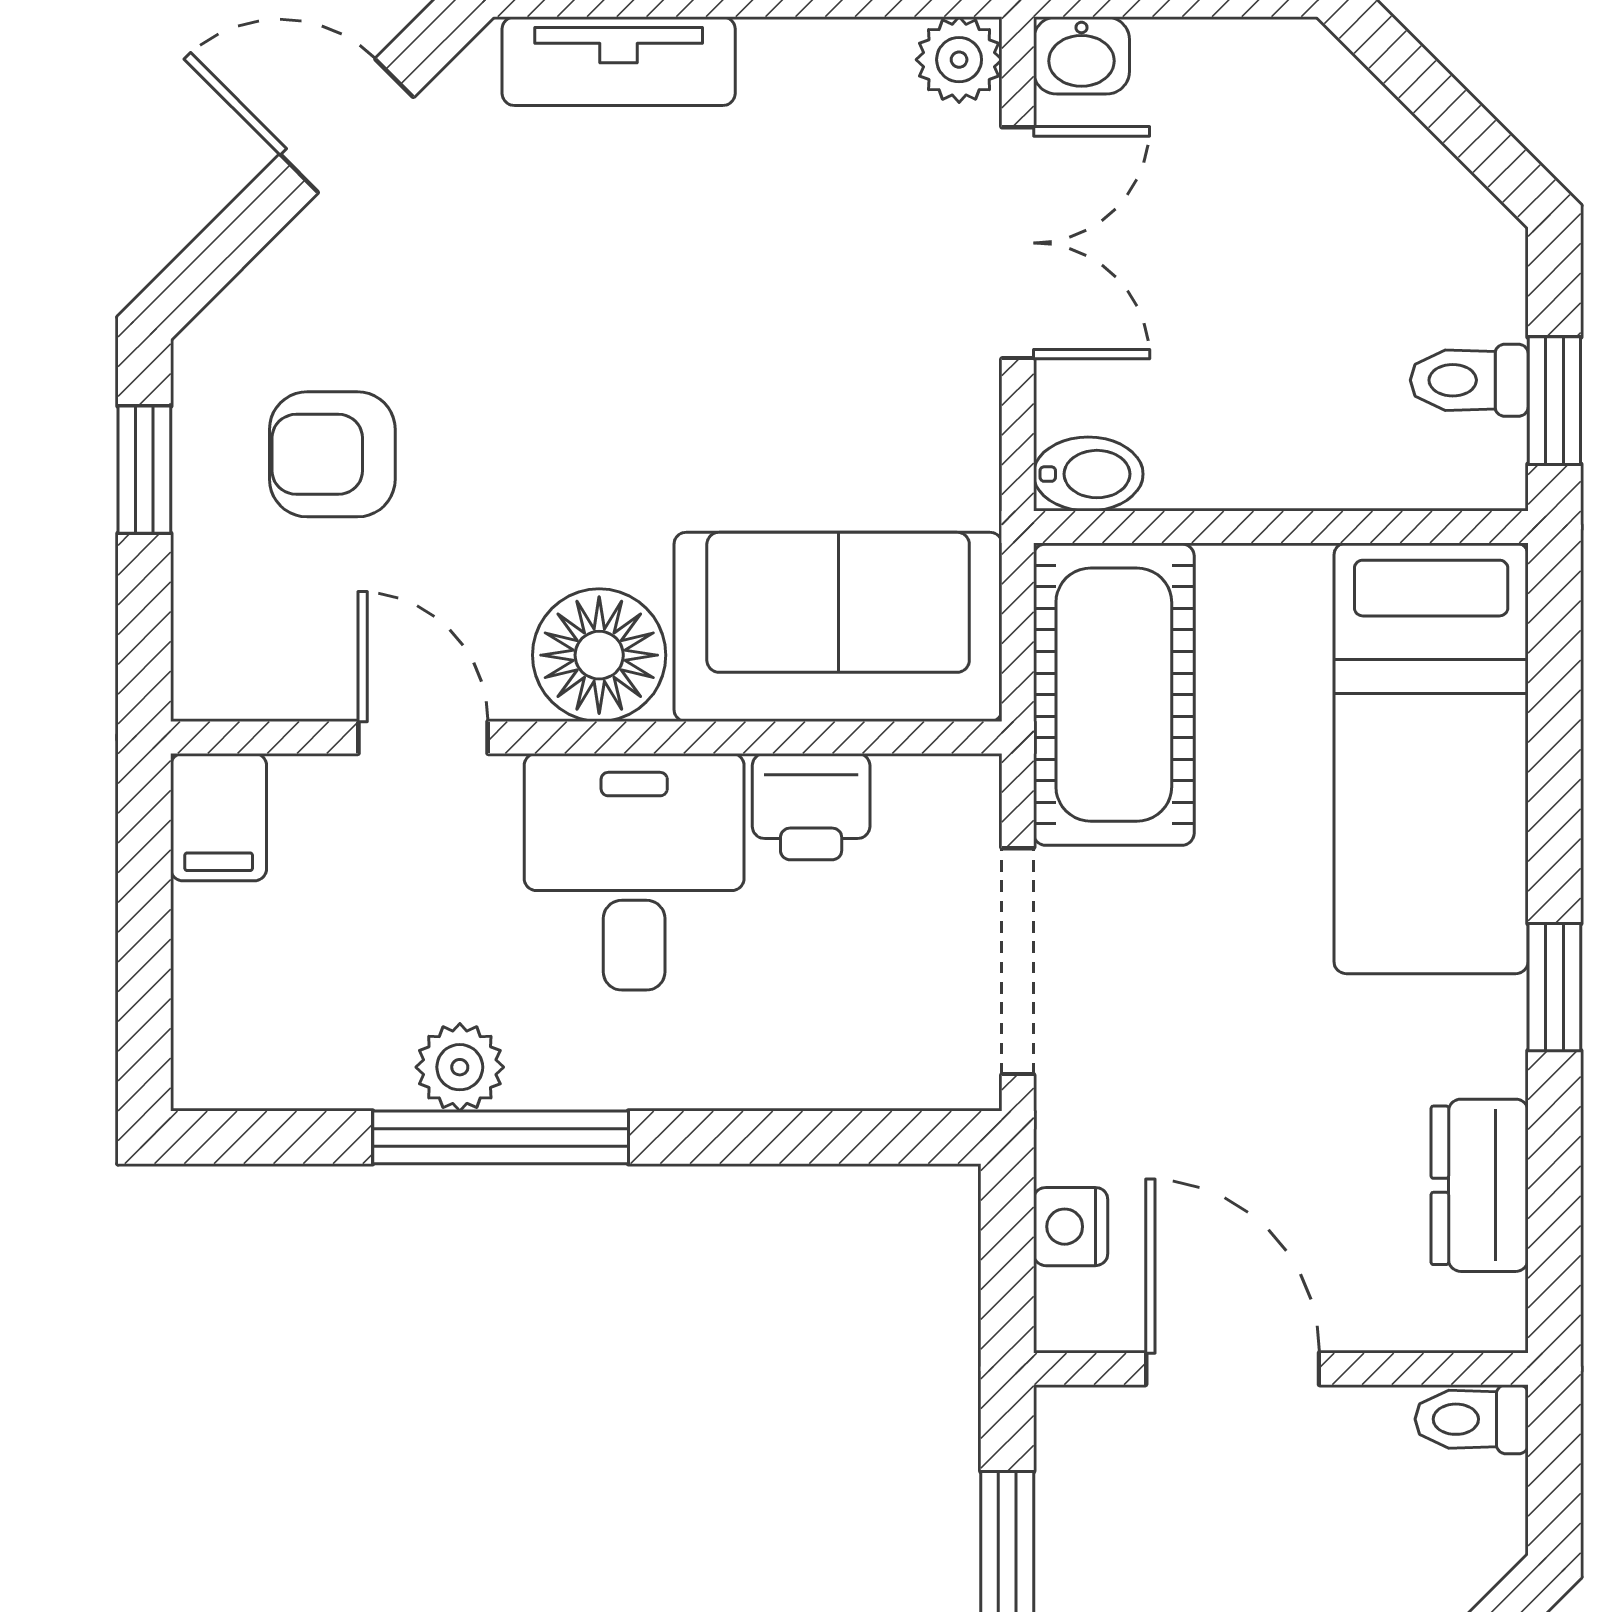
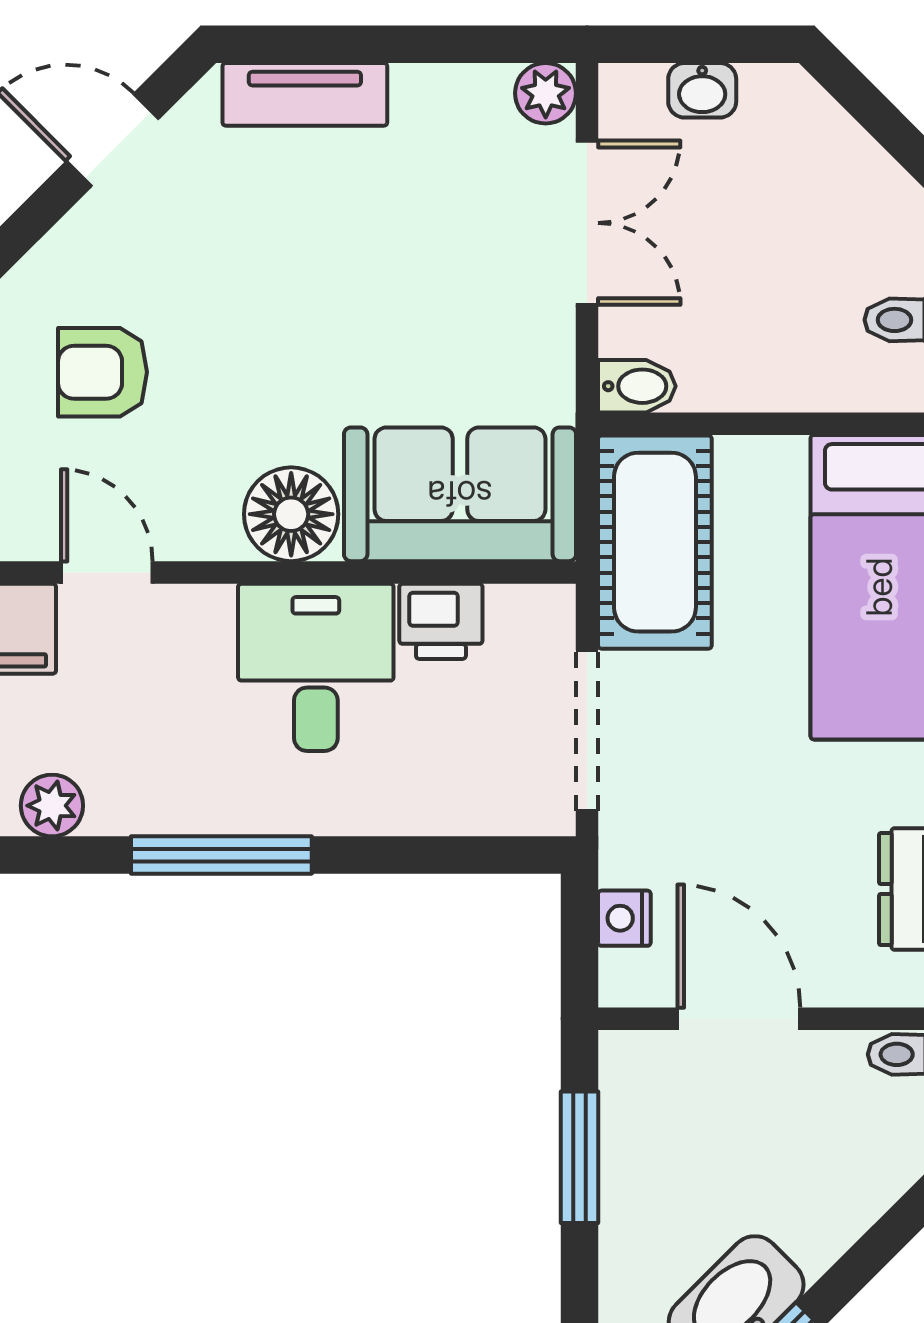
washbasin: (1081, 55) -> (702, 90), moved
door: (423, 737) -> (107, 572), moved
plant: (460, 1067) -> (52, 806), moved

